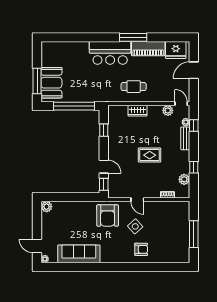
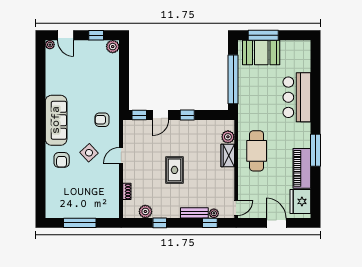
bar counter: (110, 53) -> (297, 97), moved
cafe table: (134, 87) -> (257, 151), width x1.37, depth x1.35
plant: (168, 110) -> (228, 137), moved
window: (104, 130) -> (187, 115), moved
armchair: (108, 216) -> (102, 120), width x0.53, depth x0.53
window: (37, 220) -> (96, 35), added
door: (37, 246) -> (66, 35), swing flipped
sofa: (79, 254) -> (56, 120), moved

